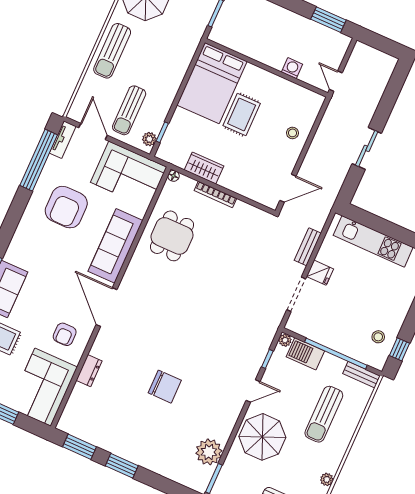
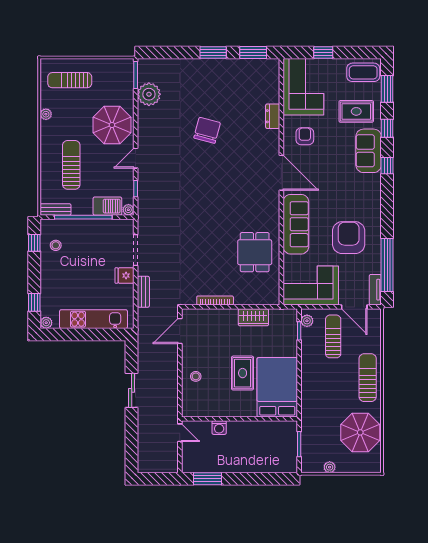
floor lamp: (173, 176) -> (275, 300), removed
bookcase: (215, 194) -> (215, 300), moved
chair: (165, 387) -> (207, 130), turned 105

